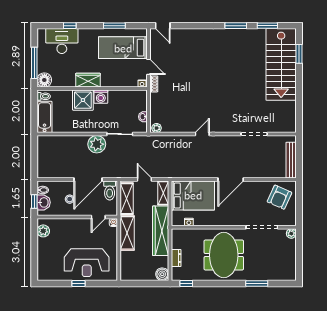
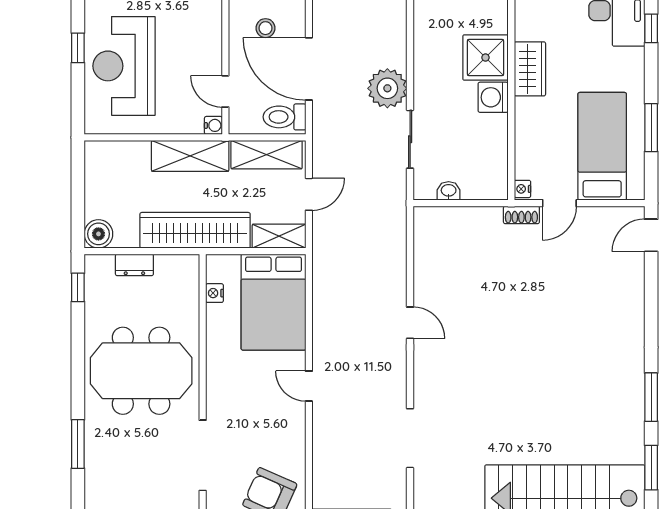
plant: (157, 128) -> (423, 221), removed
door: (231, 180) -> (309, 386), width x0.53

